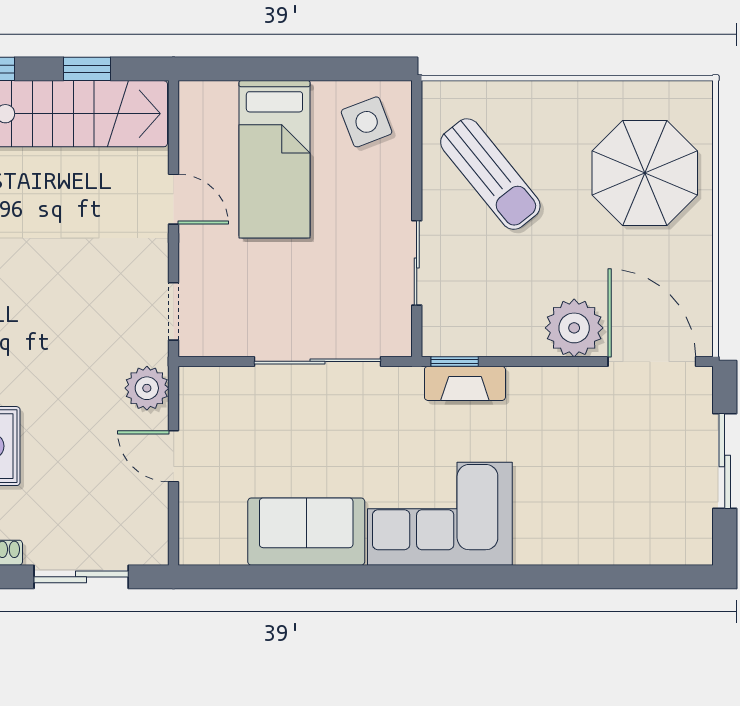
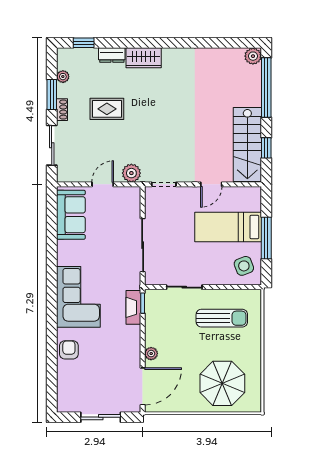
window: (300, 69) -> (266, 238), added
sun lounger: (490, 174) -> (222, 318), turned -141
plant: (574, 328) -> (151, 354), width x0.53, depth x0.53
sofa: (306, 532) -> (71, 215), moved
armchair: (565, 536) -> (69, 350), added

